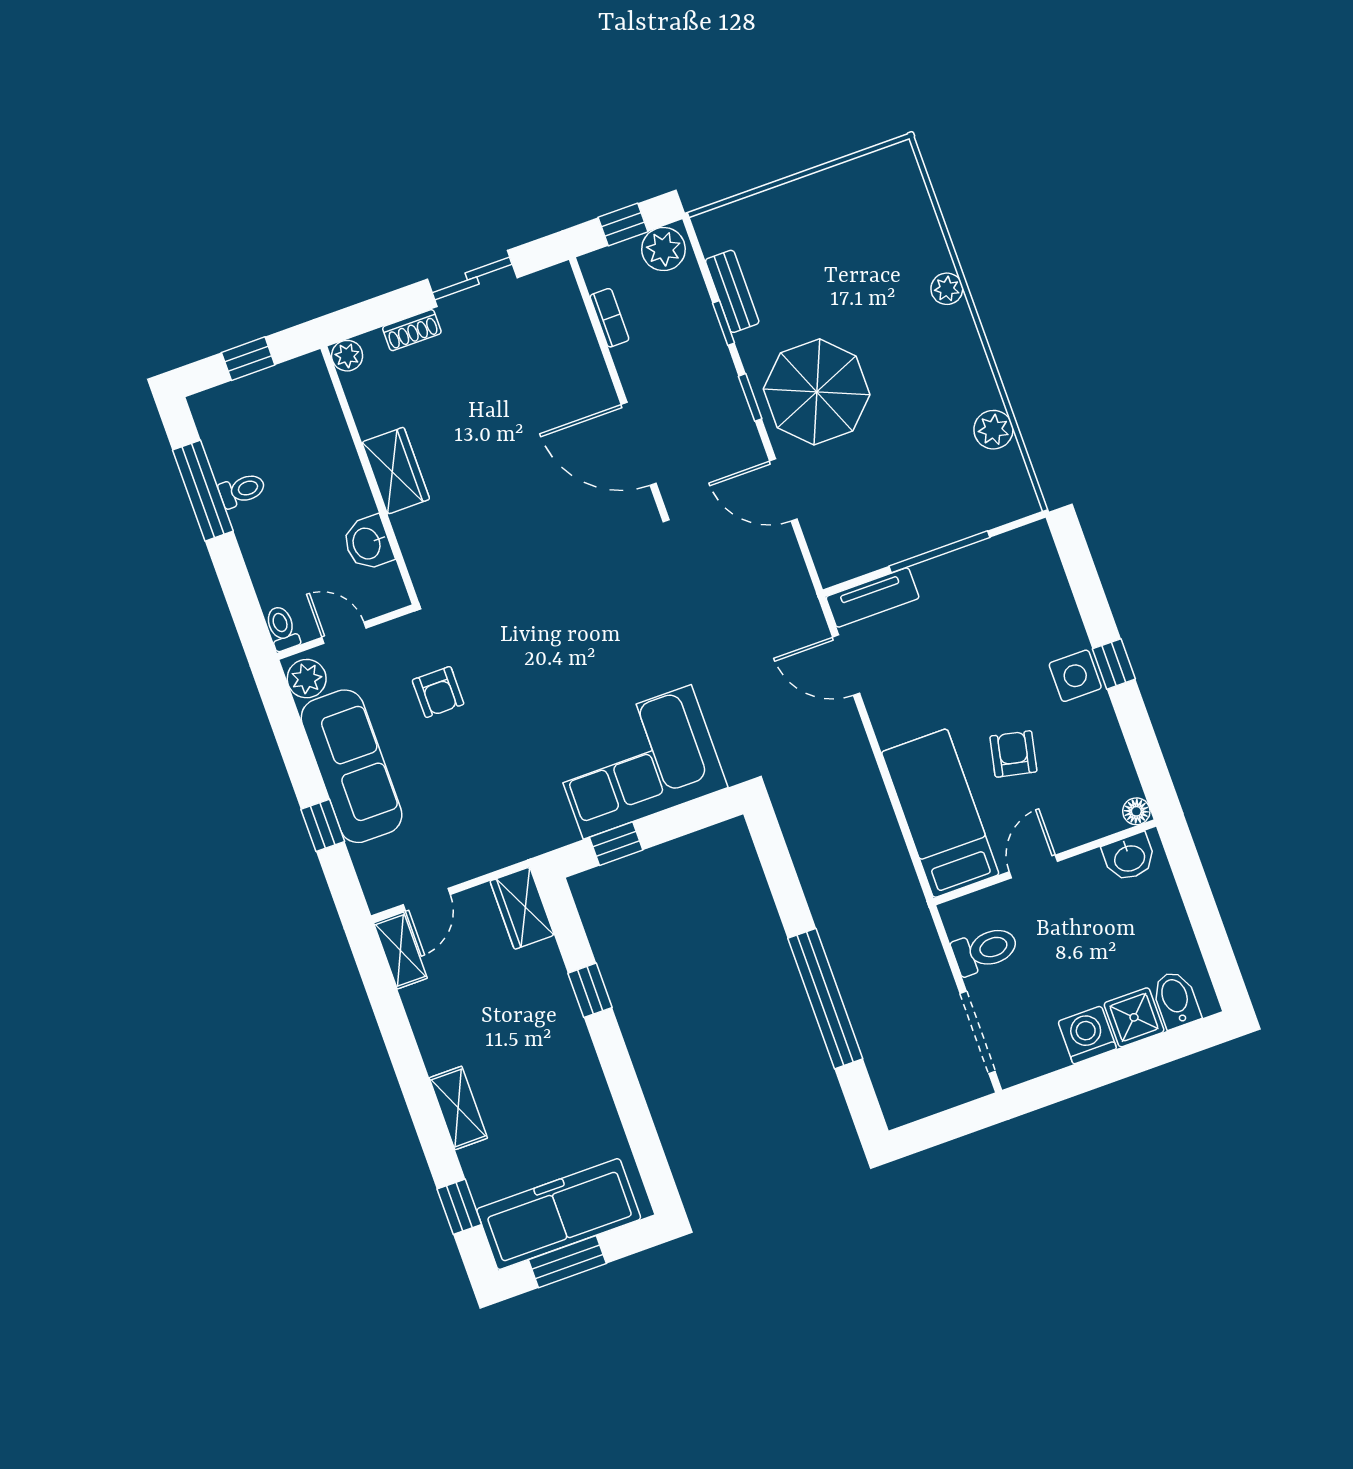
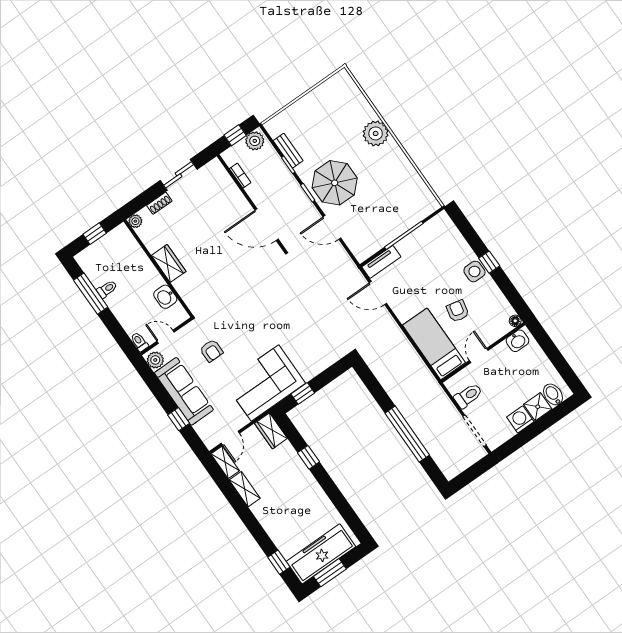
plant: (947, 289) -> (376, 133), width x1.87, depth x1.87
plant: (993, 430) -> (412, 178), removed
corner sofa: (637, 762) -> (265, 383), moved
shelving: (458, 1108) -> (245, 489), moved

